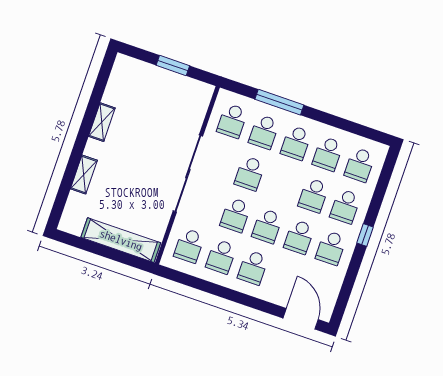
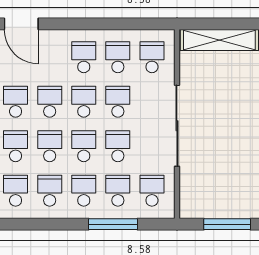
window: (173, 65) -> (227, 224), width x1.44
school desk: (282, 184) -> (84, 146), added

